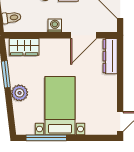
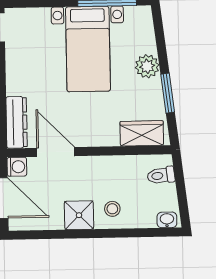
washing machine: (55, 26) -> (17, 167), moved, turned -90
door: (84, 35) -> (56, 152), hinge flipped

